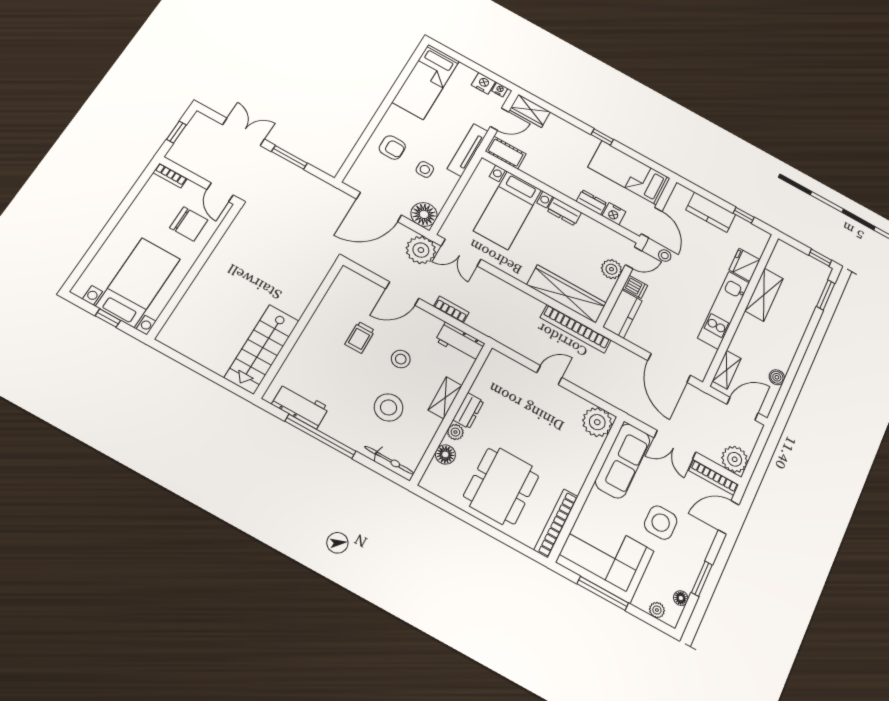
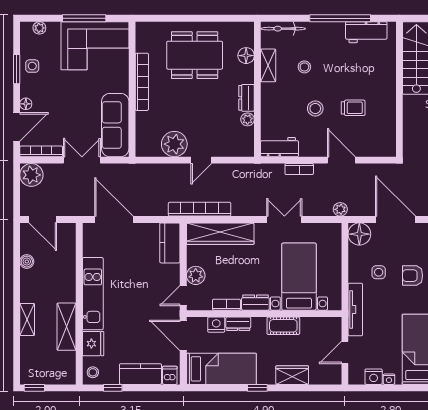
nightstand: (500, 90) -> (389, 379), moved
wardrobe: (530, 111) -> (292, 375), moved
cot: (506, 153) -> (283, 326), moved
door: (379, 207) -> (396, 220), hinge flipped
bookcase: (594, 226) -> (226, 305), added
plant: (421, 250) -> (340, 209), width x0.53, depth x0.53
double door: (461, 253) -> (284, 220), moved
stool: (665, 256) -> (93, 372), moved
dishwasher: (635, 287) -> (170, 375), moved, turned 90
door: (402, 293) -> (341, 160), hinge flipped
window: (826, 295) -> (17, 357), removed
trolley: (360, 337) -> (353, 108), turned 90
shelving: (727, 370) -> (27, 319), moved
shelving: (445, 398) -> (268, 65), moved
stool: (389, 407) -> (304, 67), width x0.53, depth x0.53
door: (742, 409) -> (43, 220), hinge flipped
plant: (597, 422) -> (174, 144), moved
plant: (455, 432) -> (248, 119), moved
dining table: (501, 486) -> (195, 55), turned 90
bookcase: (556, 523) -> (142, 82), moved
side table: (661, 523) -> (32, 66), moved, width x0.54, depth x0.54
floor lamp: (681, 598) -> (26, 104), moved

